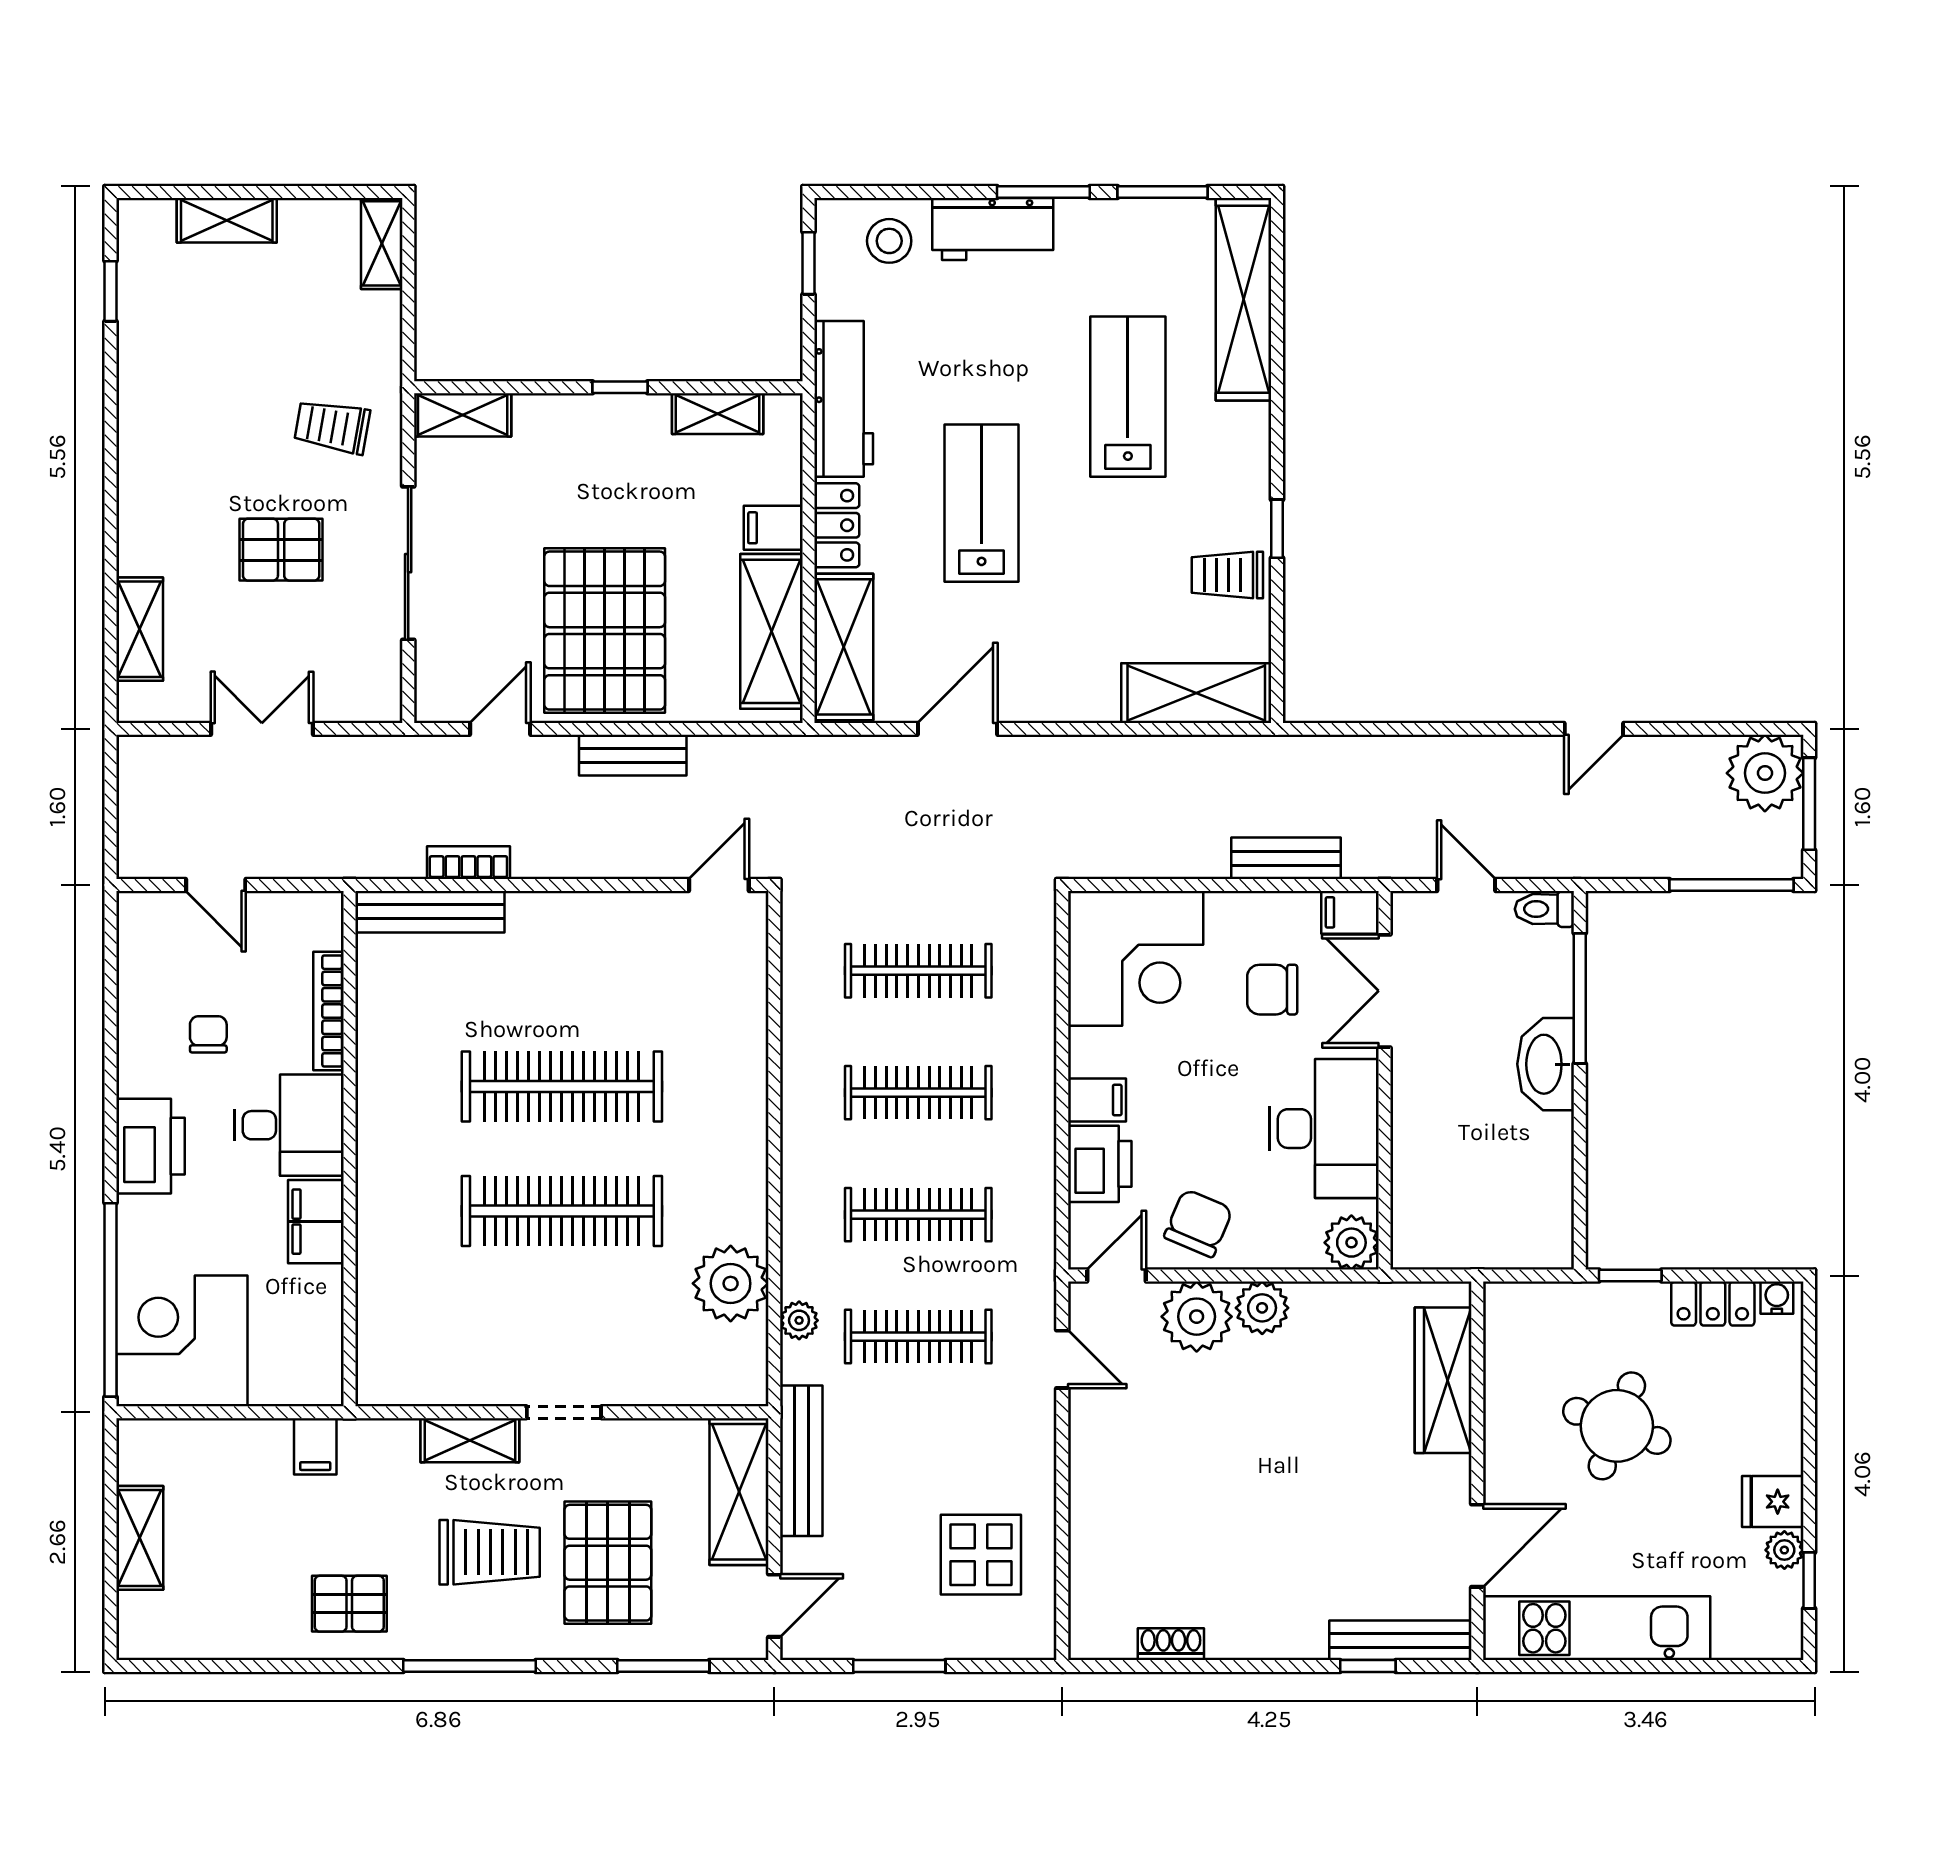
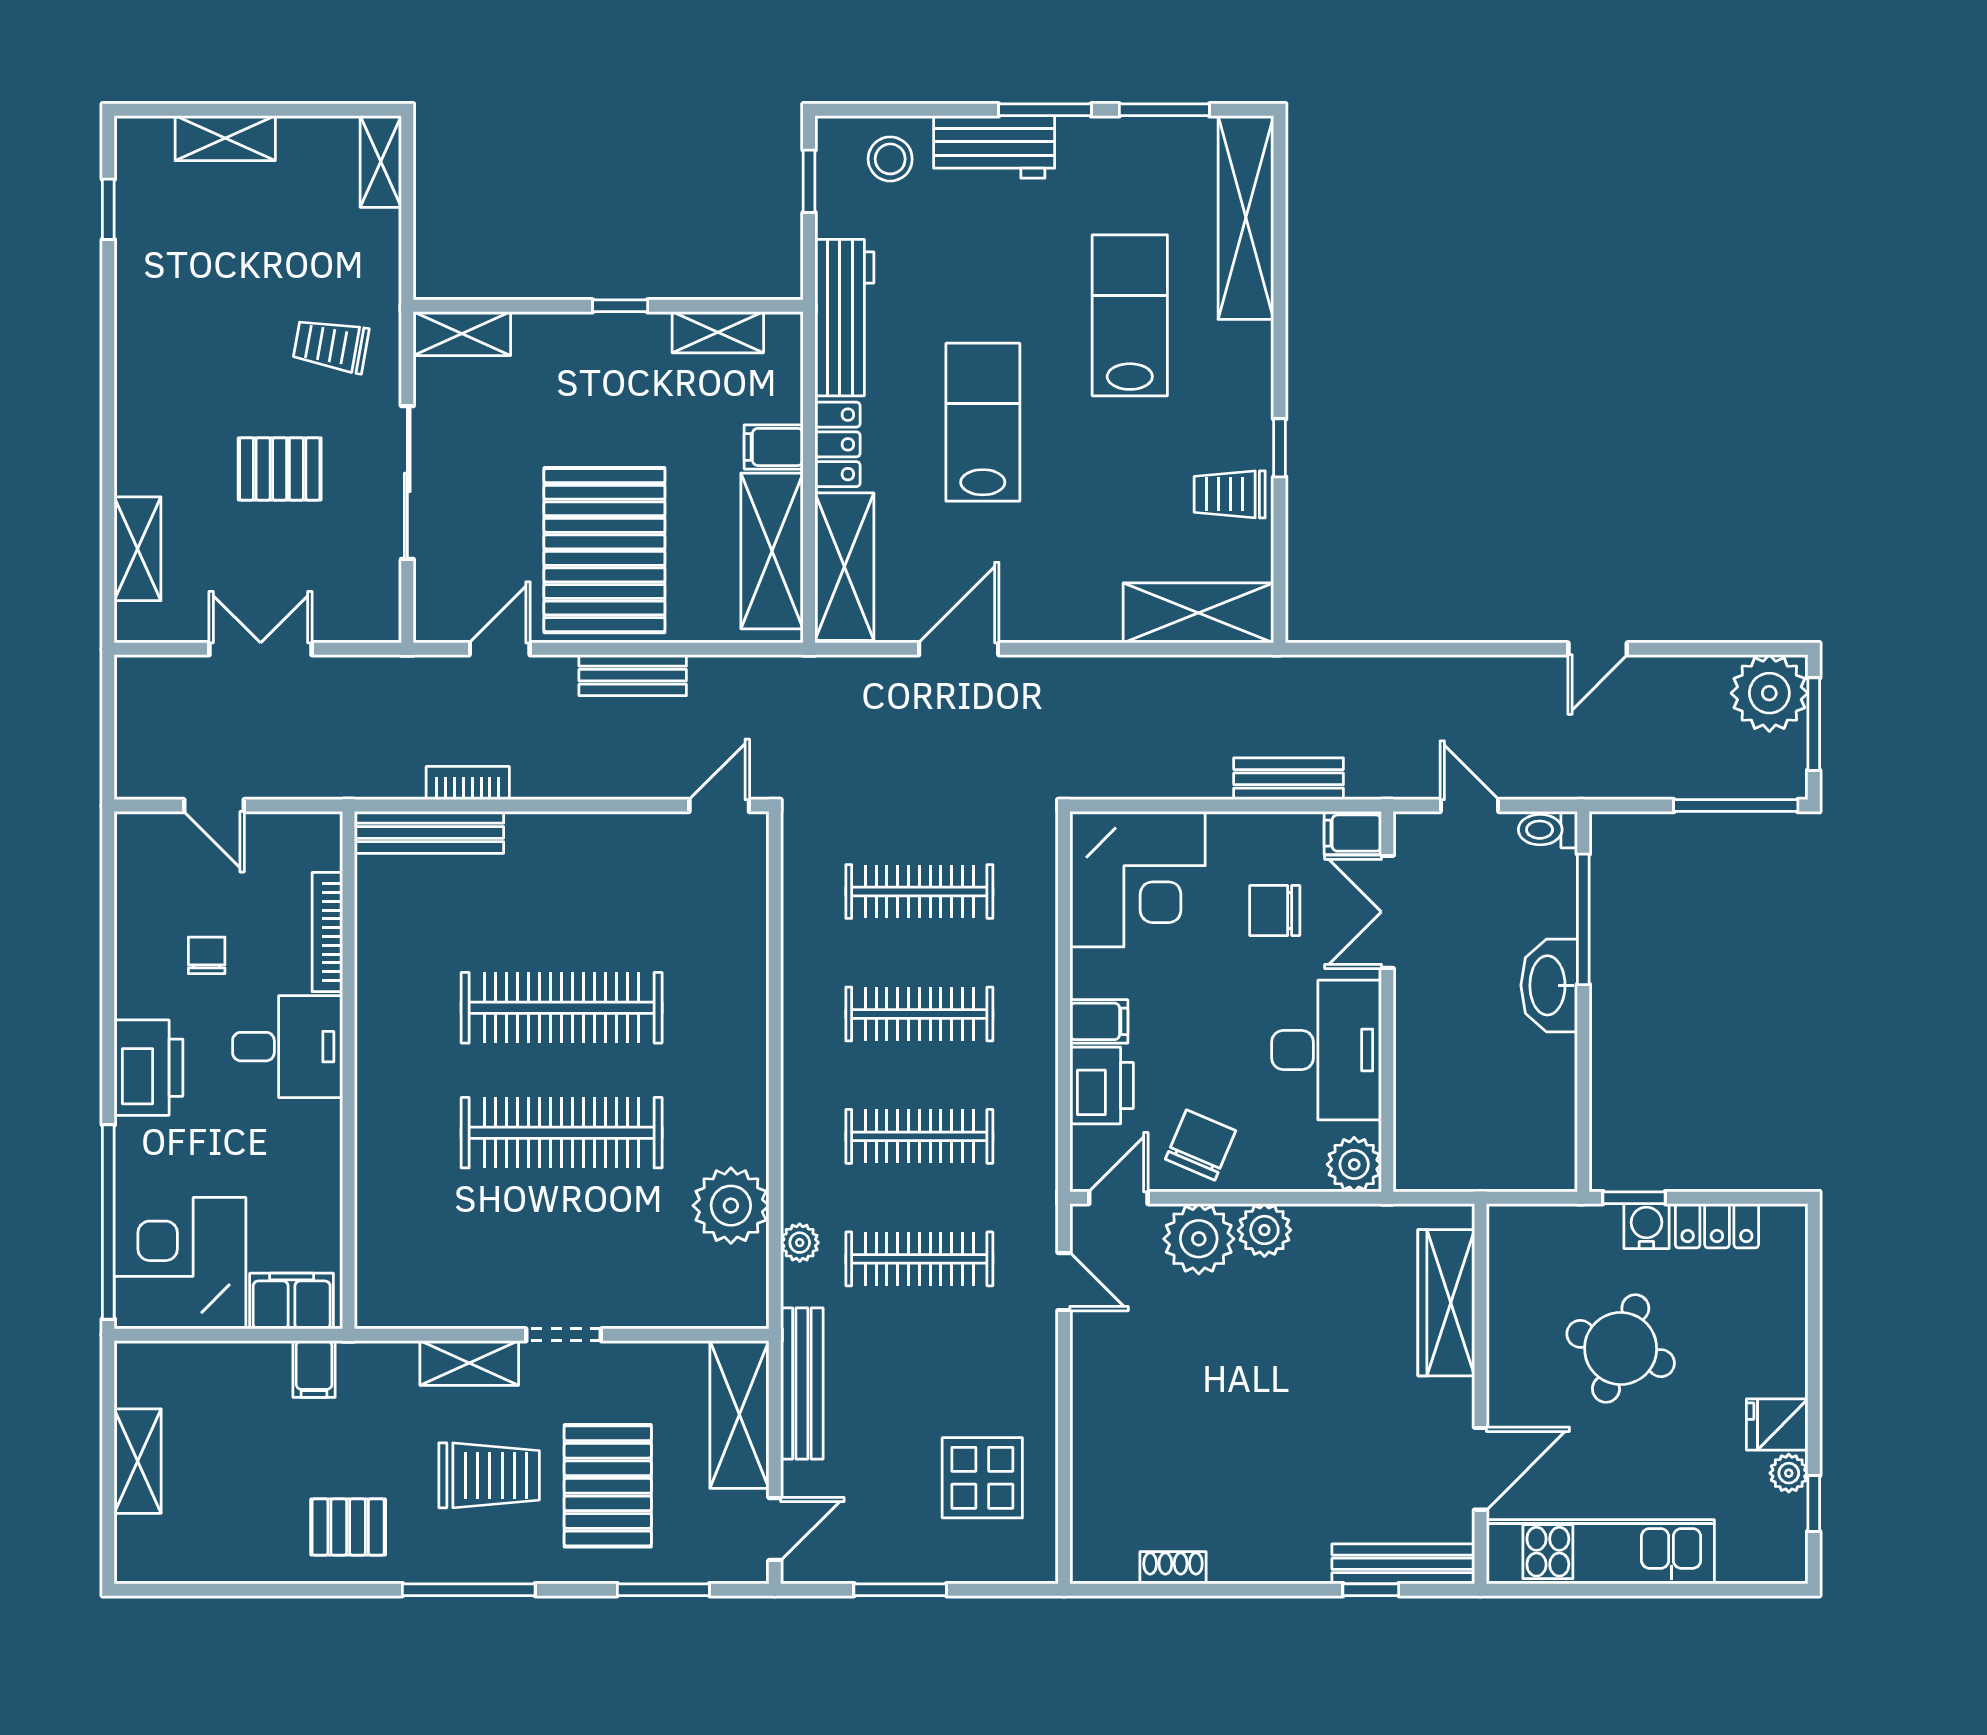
filing cabinet: (316, 1222) -> (292, 1301), moved, turned 90
water cooler: (1777, 1298) -> (1646, 1226), moved, width x1.38, depth x1.38

